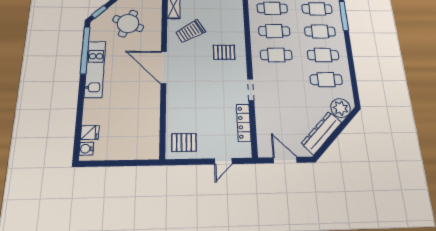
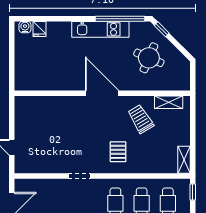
door: (164, 67) -> (102, 93), hinge flipped
locker: (244, 123) -> (47, 167), removed
pallet: (184, 143) -> (29, 112), removed

